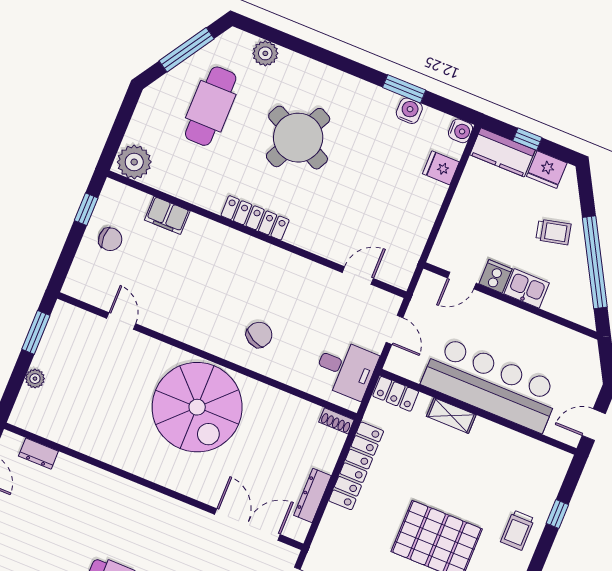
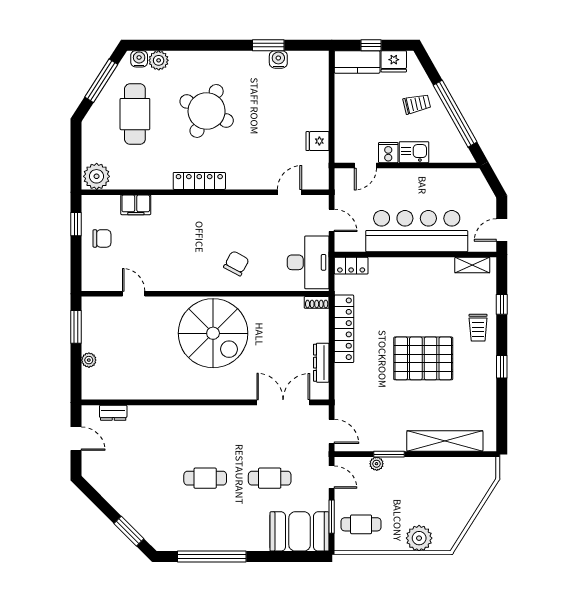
water cooler: (460, 131) -> (139, 59), moved, turned -90
fridge: (441, 168) -> (317, 141), moved
desk: (346, 369) -> (308, 262), width x1.37
shelving: (451, 416) -> (472, 265), moved

